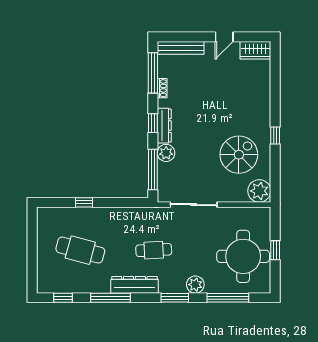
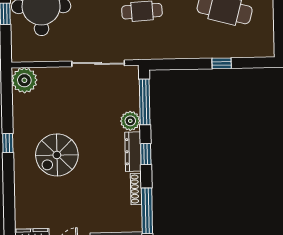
shoe rack: (162, 88) -> (136, 189), width x1.43
spiral stairs: (239, 155) -> (57, 155), moved

